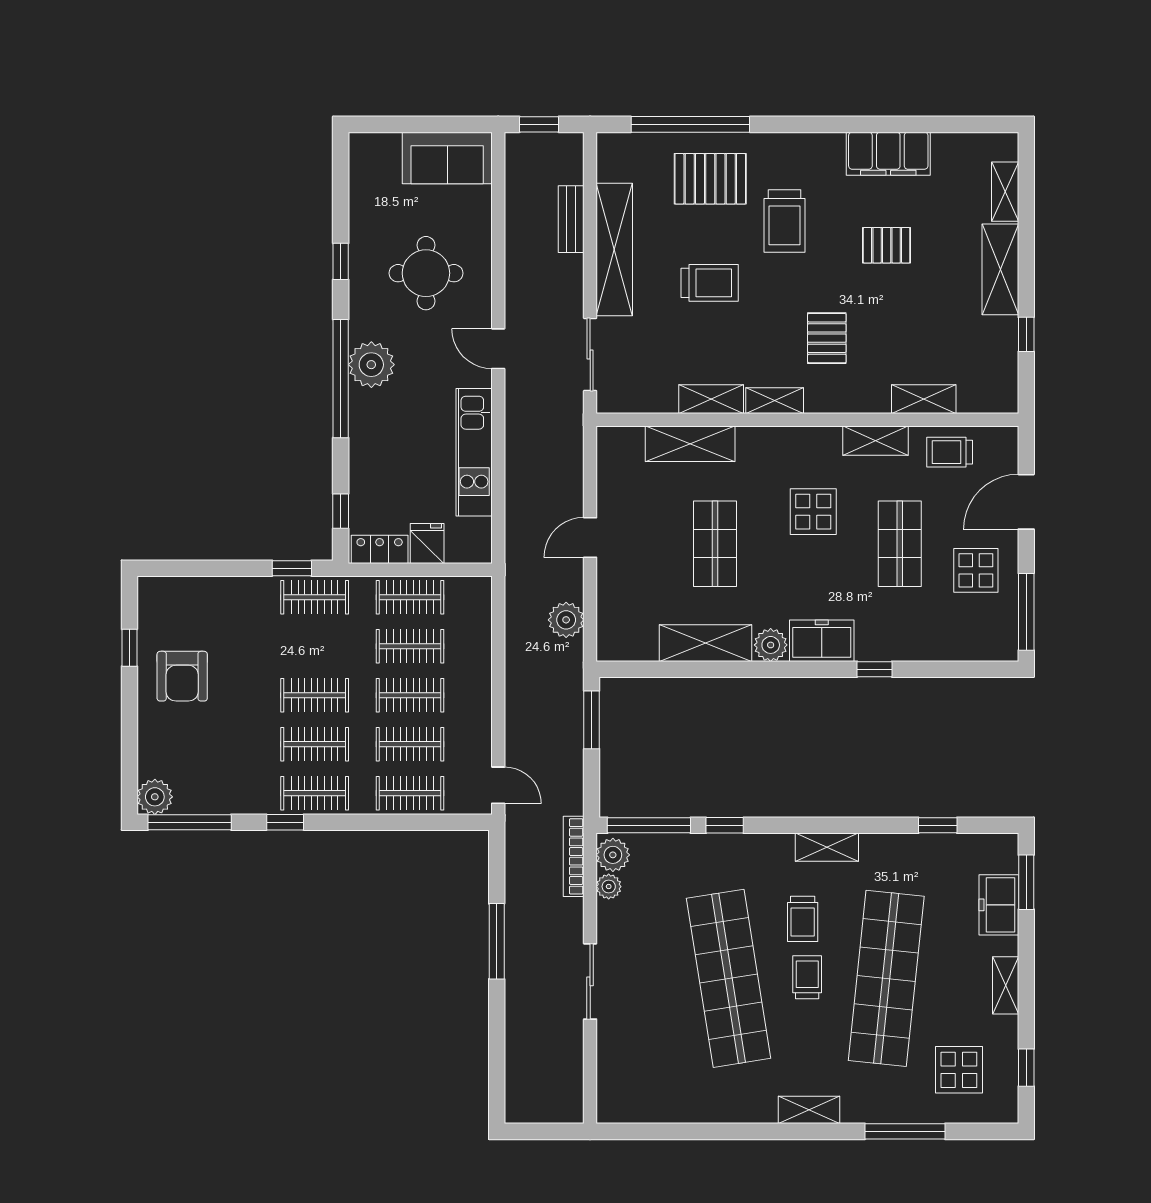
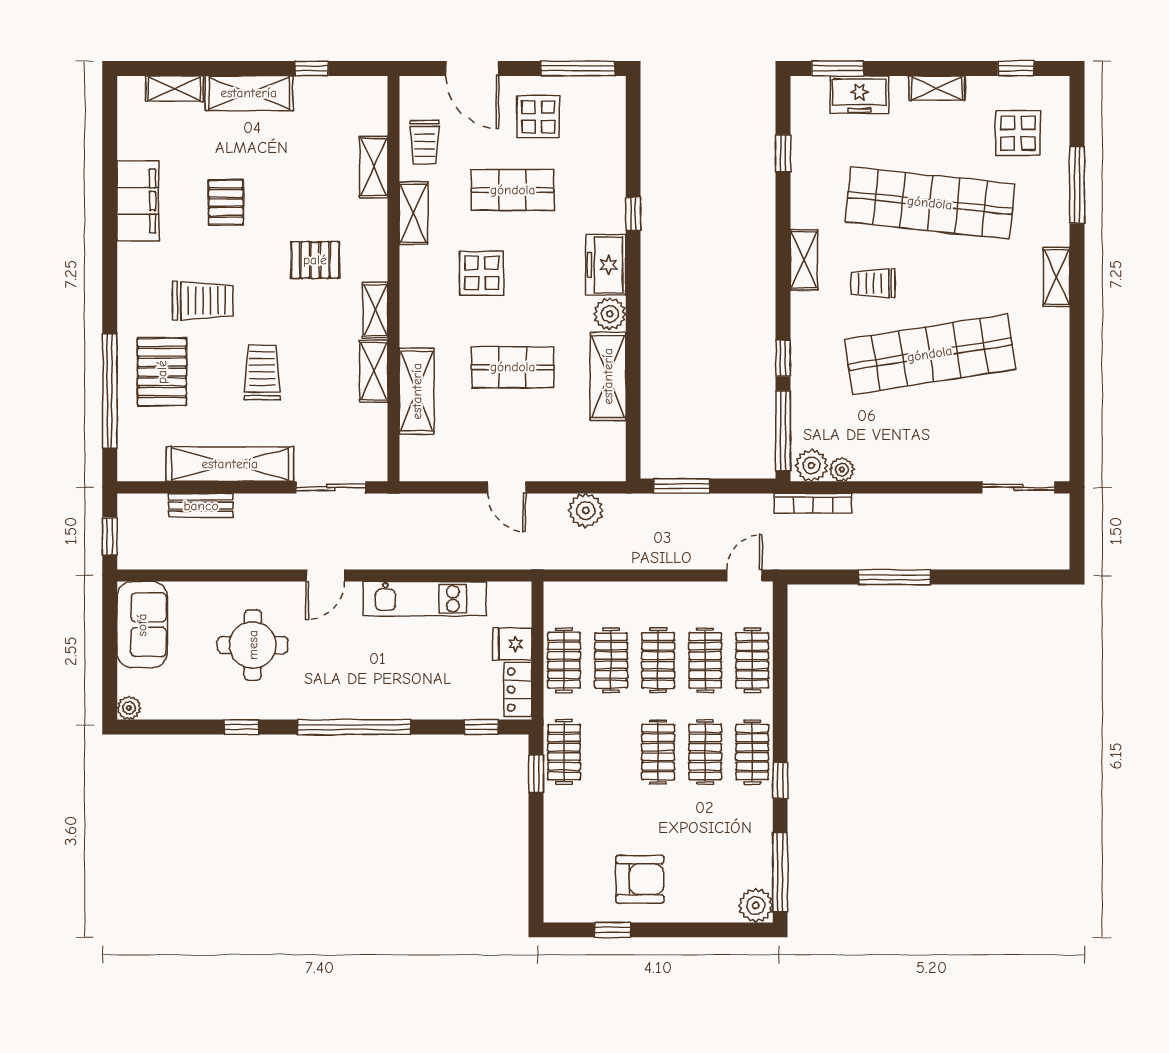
plant: (371, 365) -> (129, 708), moved, width x0.53, depth x0.53
trolley: (803, 919) -> (873, 283), turned 180
trolley: (807, 977) -> (929, 279), removed
sliding door: (590, 981) -> (1018, 487), moved

